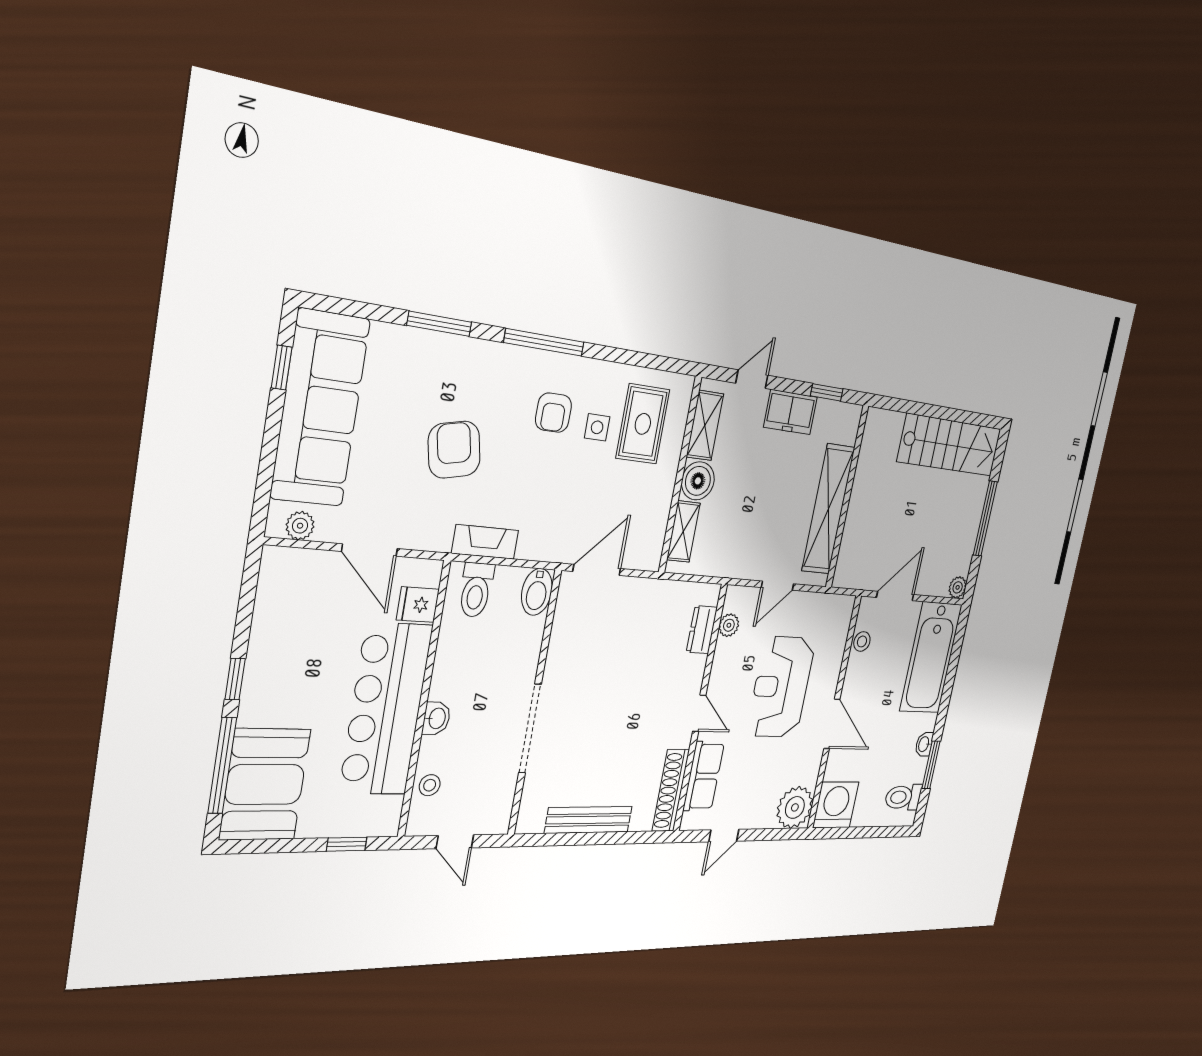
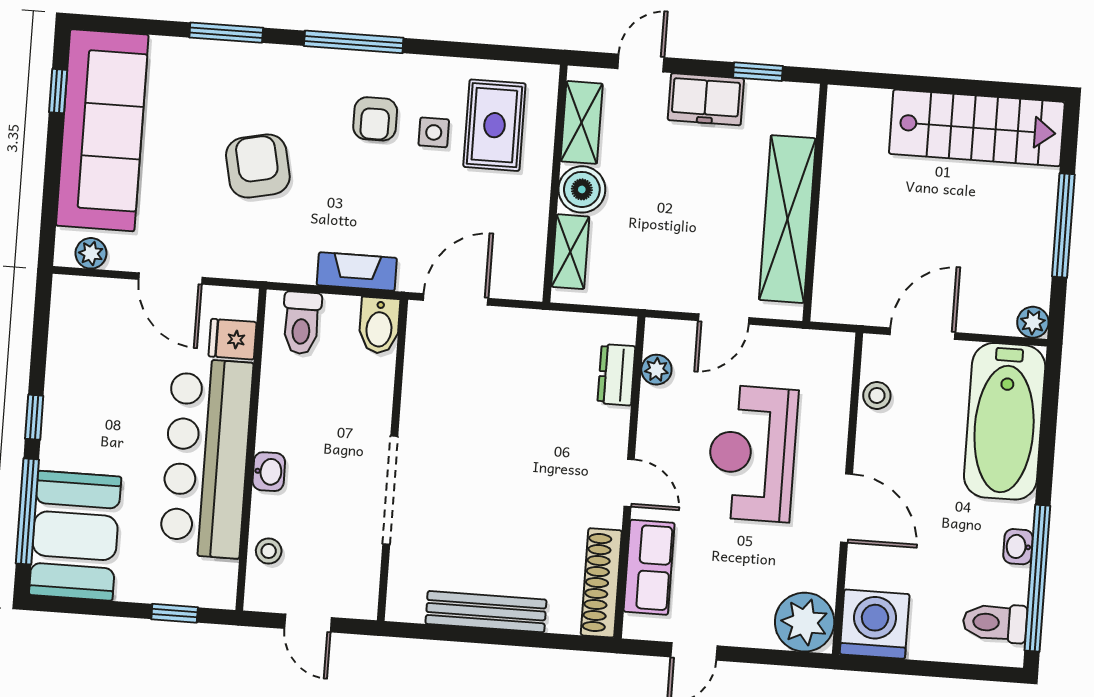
fireplace: (485, 542) -> (357, 272), moved
window: (931, 765) -> (1037, 578), width x2.11

